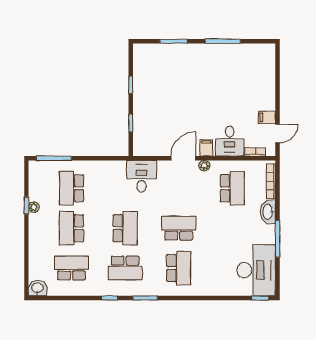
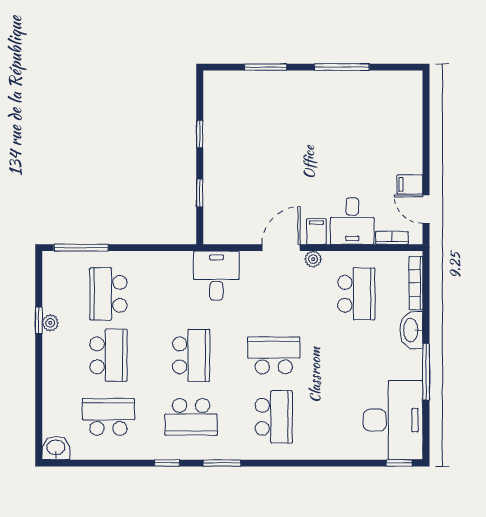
door: (277, 133) -> (426, 209), swing flipped
school desk: (72, 228) -> (108, 355), turned 180

